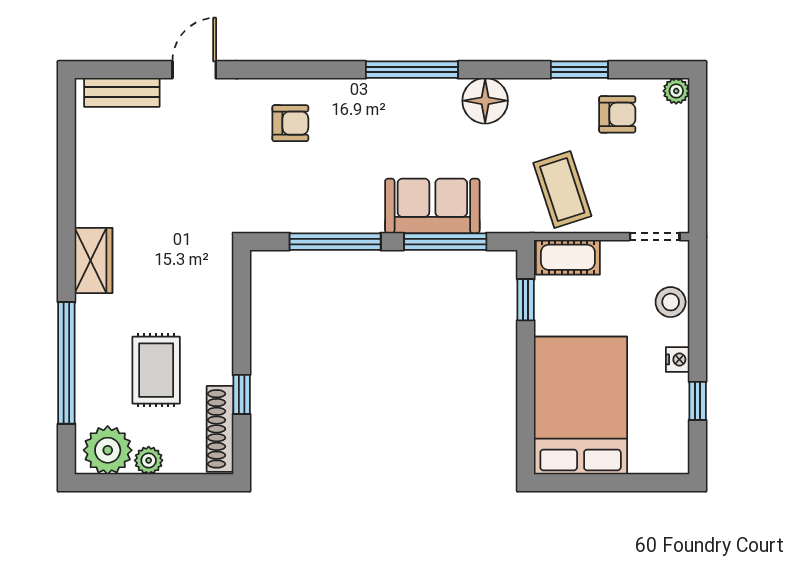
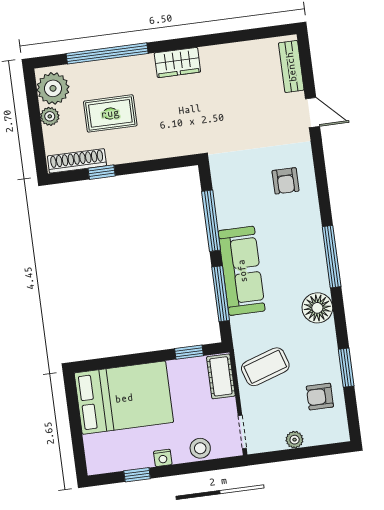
plant: (676, 91) -> (295, 440), moved
armchair: (617, 114) -> (320, 397), turned 90
sofa: (432, 206) -> (242, 271), width x1.36

